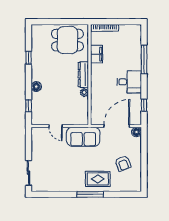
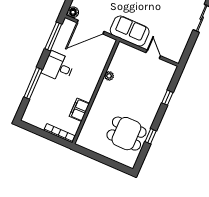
dining table: (67, 40) -> (126, 134), moved
dresser: (83, 75) -> (102, 95), removed
floor lamp: (36, 87) -> (156, 103), removed
window: (144, 105) -> (53, 36), width x2.17
window: (29, 106) -> (167, 98), moved

